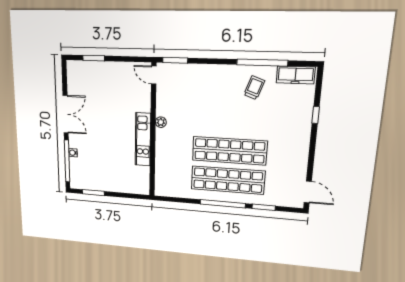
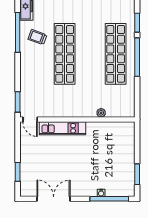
door: (154, 75) -> (30, 120), hinge flipped
double door: (66, 114) -> (54, 199), moved
plant: (161, 122) -> (101, 113), moved
kitchen unit: (143, 139) -> (62, 128), moved
shop shelf: (229, 151) -> (65, 54), moved

